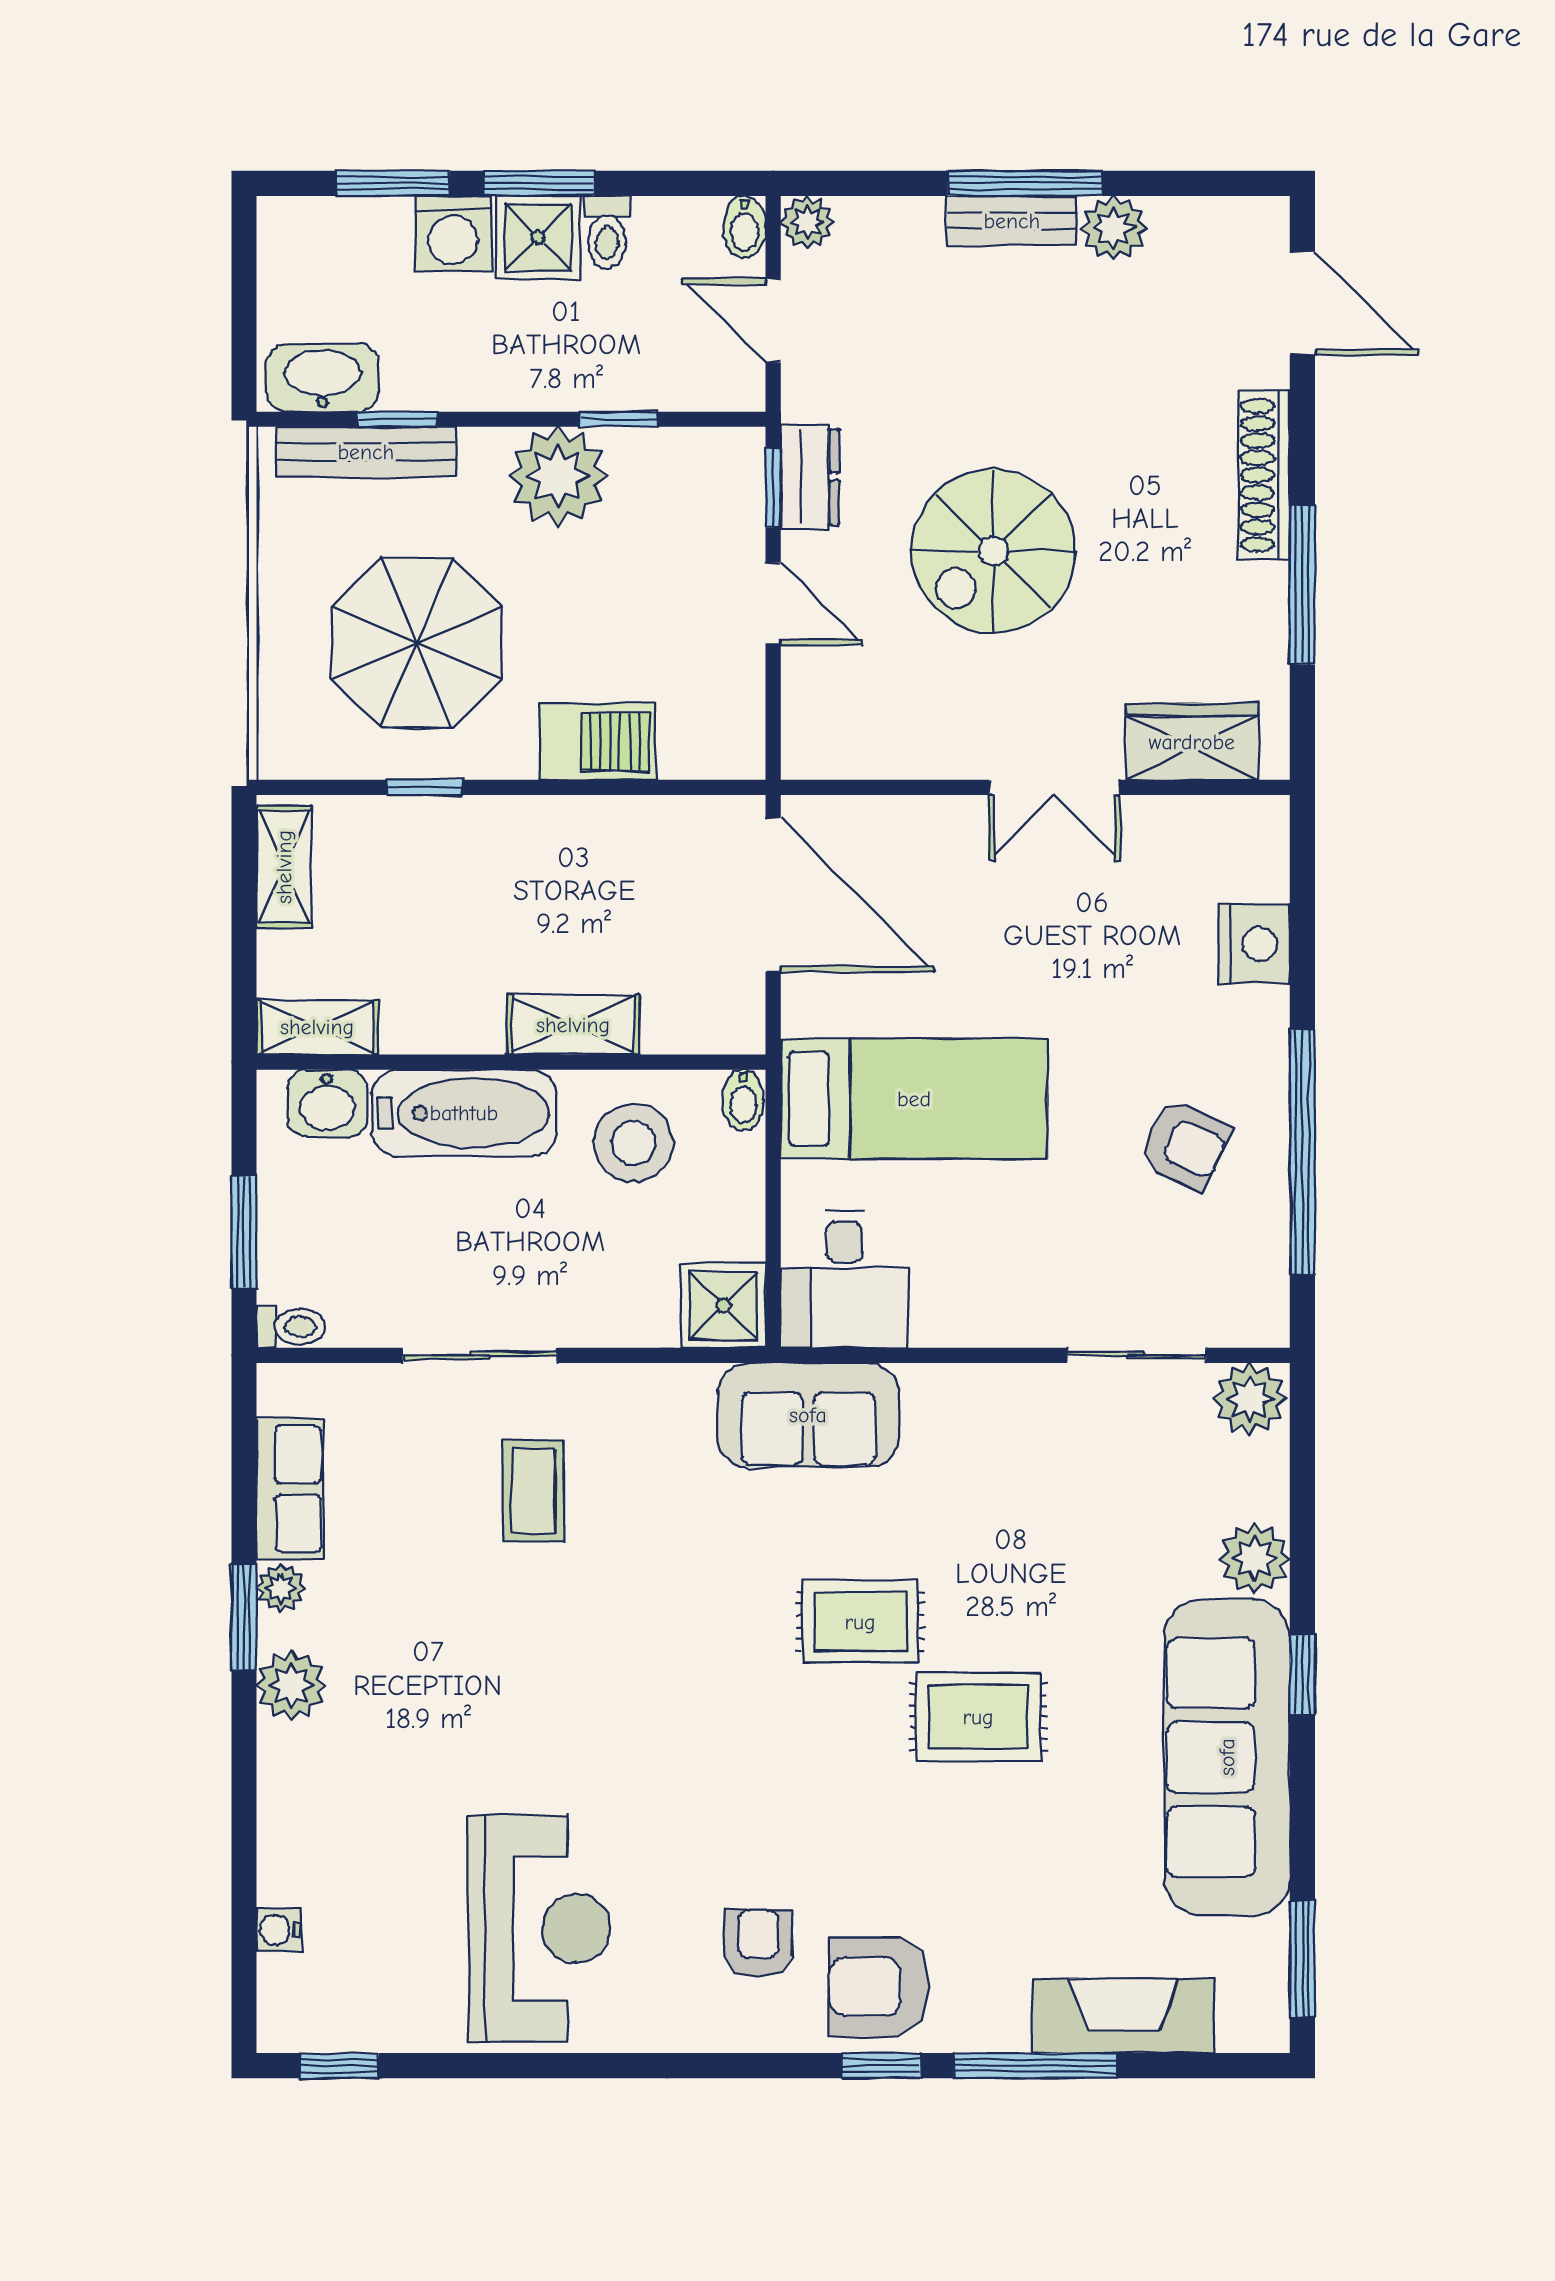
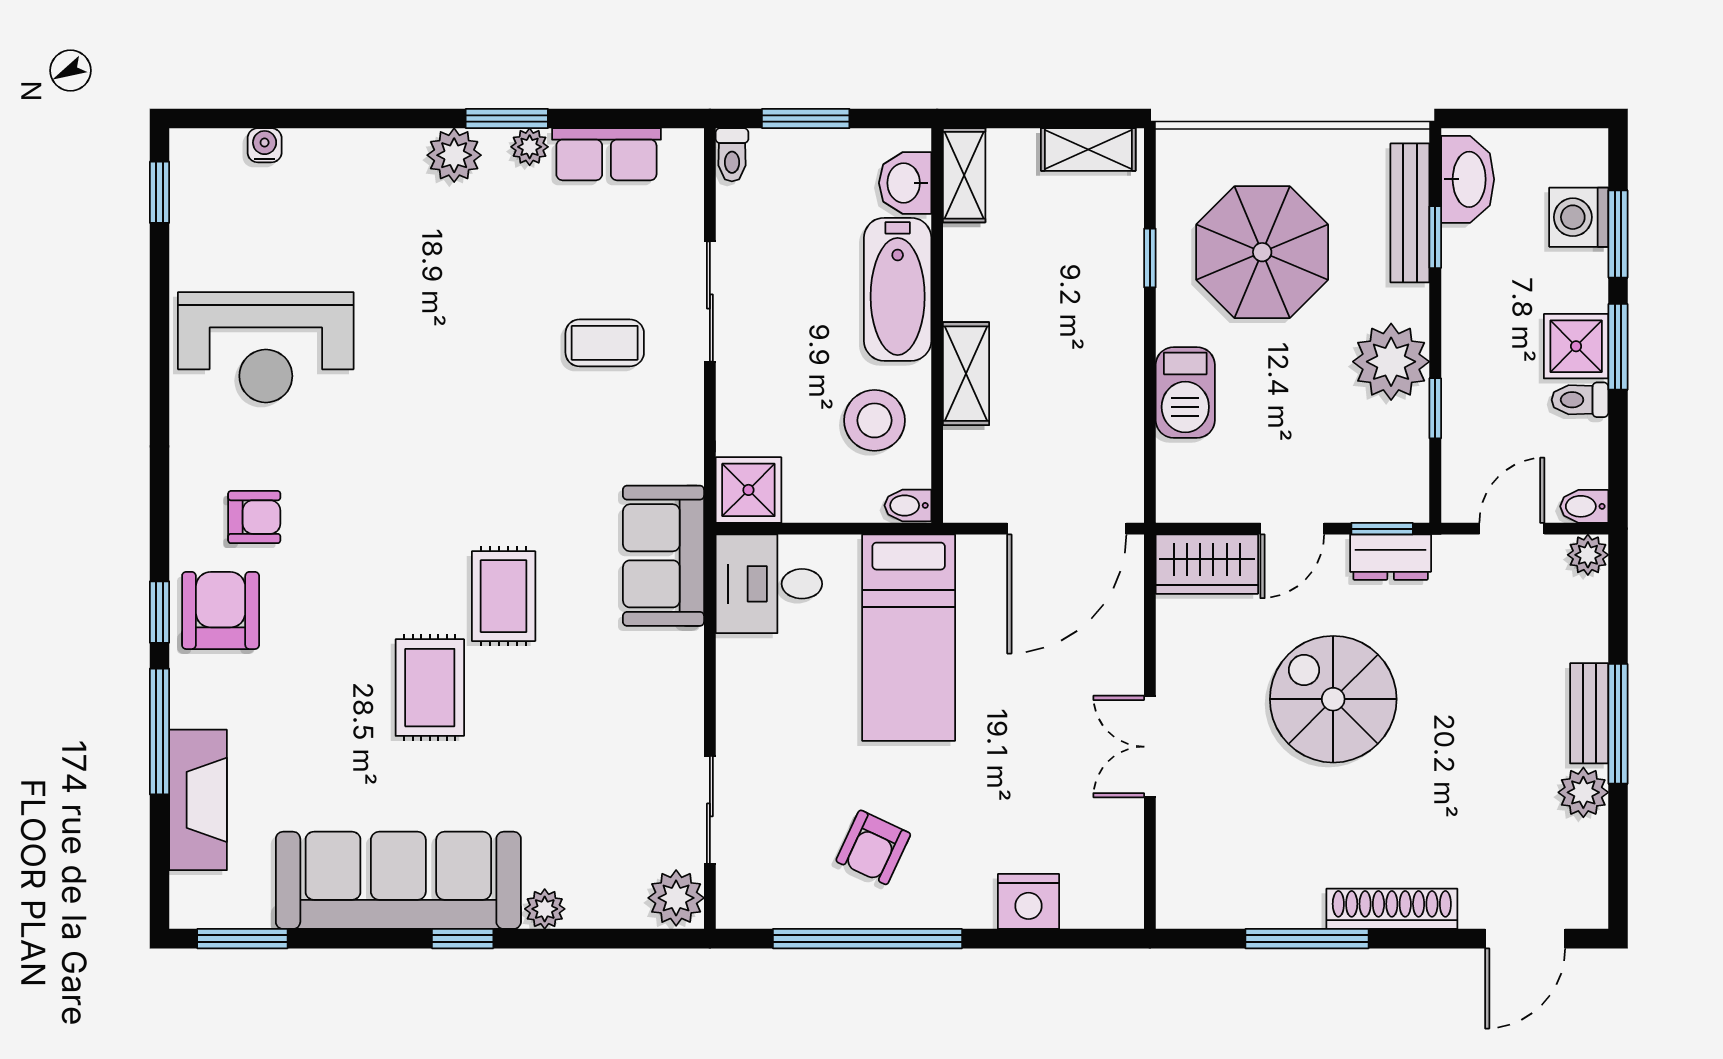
washing machine: (453, 234) -> (1579, 217), moved
wardrobe: (1192, 742) -> (1207, 564), moved, turned 90
plant: (1254, 1559) -> (545, 909), width x0.73, depth x0.73

